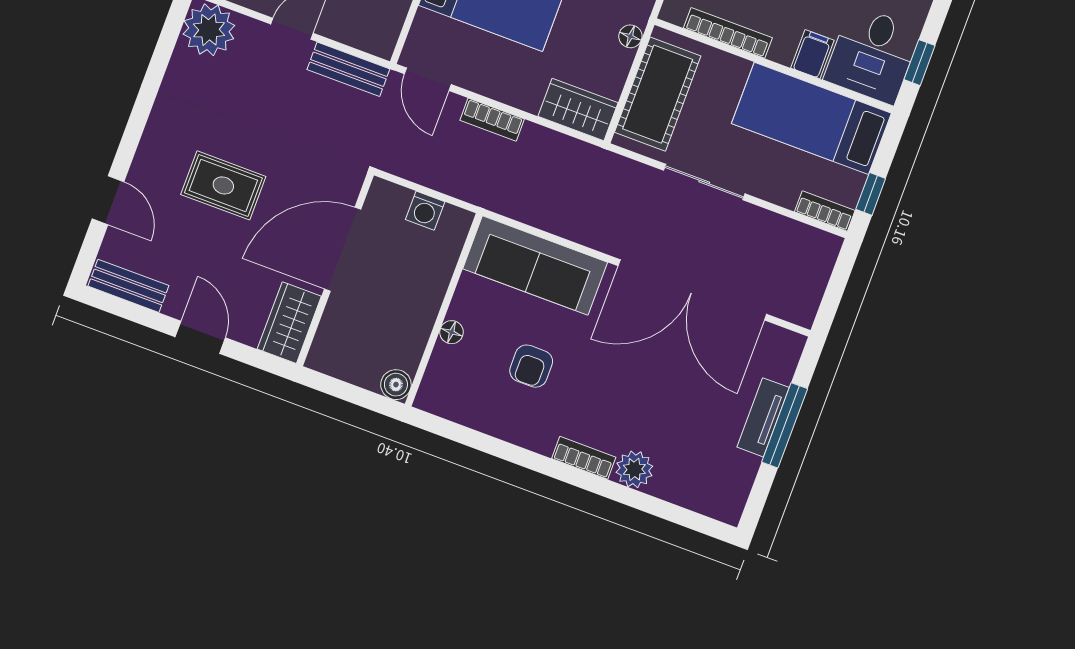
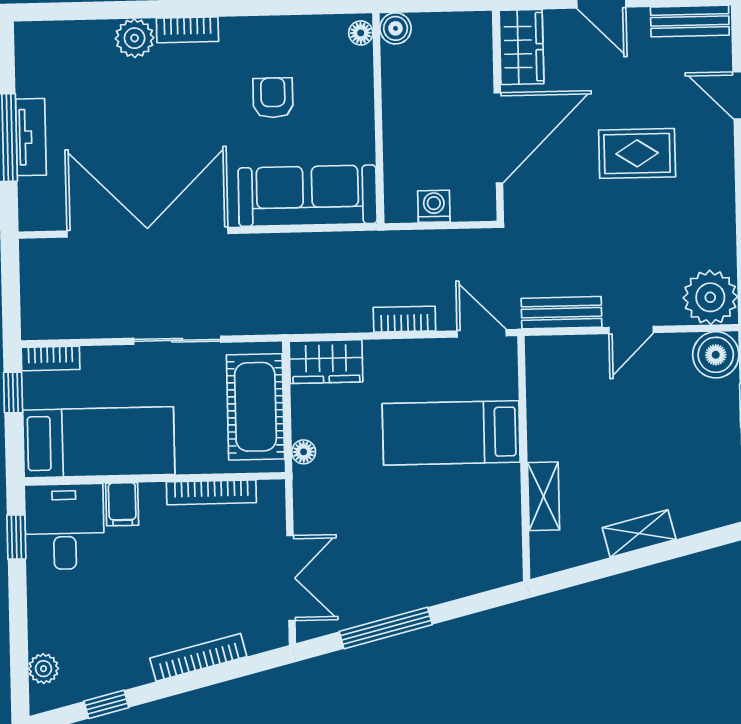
floor lamp: (452, 332) -> (361, 33), moved

